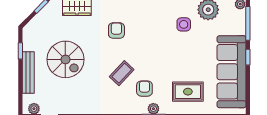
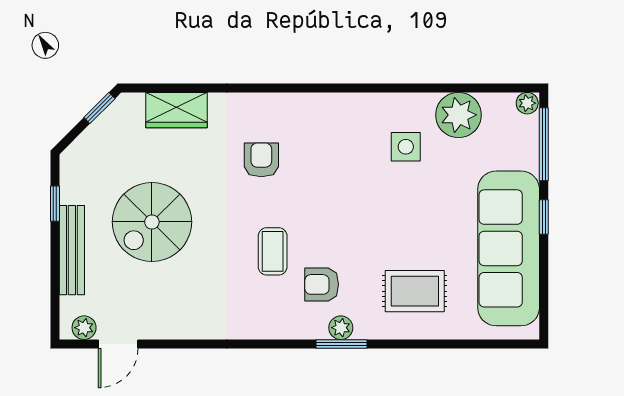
spiral stairs: (65, 59) -> (152, 222), turned 90
coffee table: (122, 73) -> (273, 251), turned -43
armchair: (144, 89) -> (322, 284), turned -90

